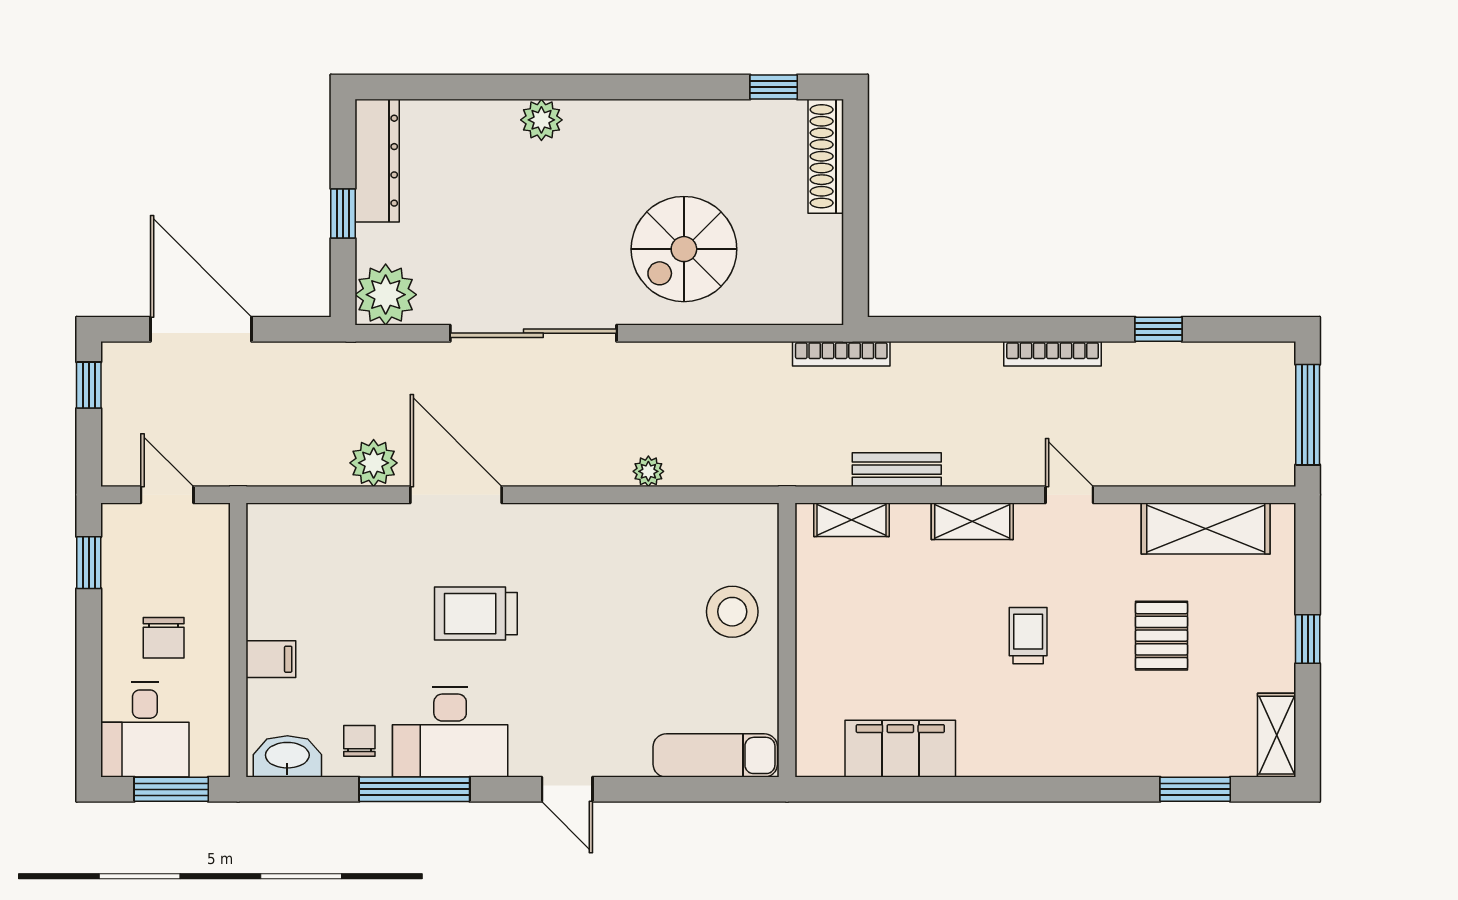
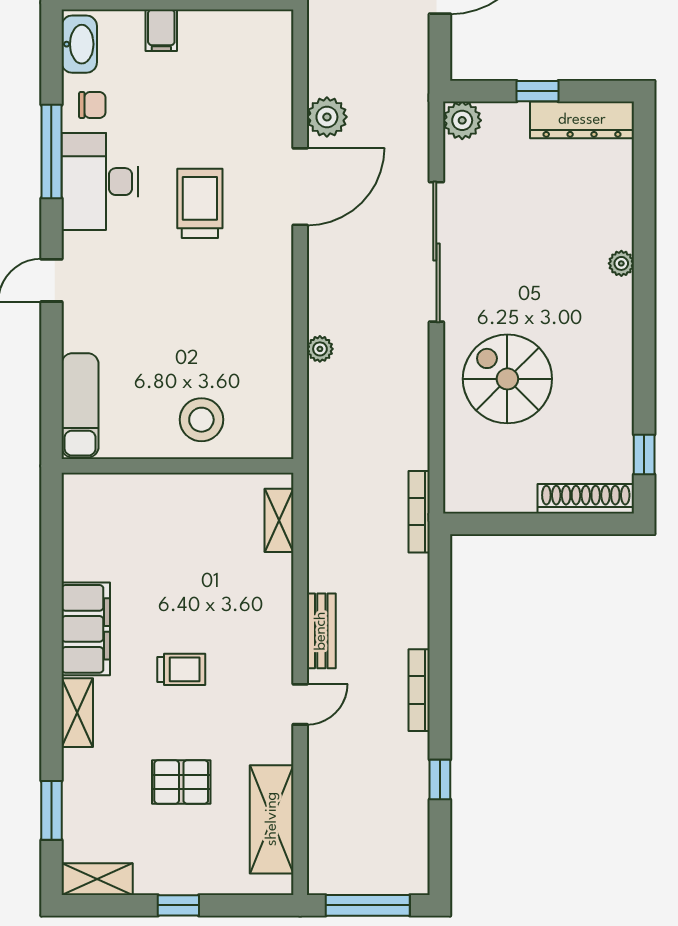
plant: (541, 120) -> (621, 263), width x0.73, depth x0.73
plant: (386, 295) -> (462, 120), width x0.73, depth x0.73
bench: (897, 470) -> (321, 631), moved
shelving: (972, 521) -> (77, 713), moved
filing cabinet: (900, 749) -> (86, 629), moved

